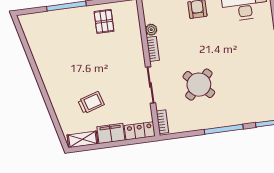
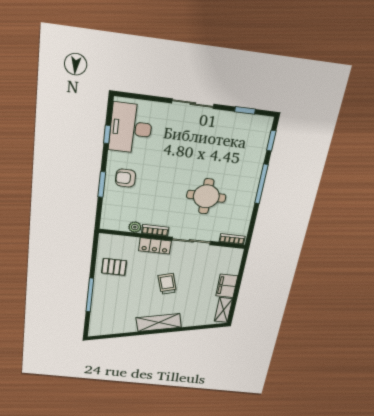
shelving: (51, 81) -> (159, 323), added
round table: (199, 85) -> (206, 196), turned 45
trolley: (91, 103) -> (167, 284), moved
locker: (140, 131) -> (155, 246), moved, turned -90

